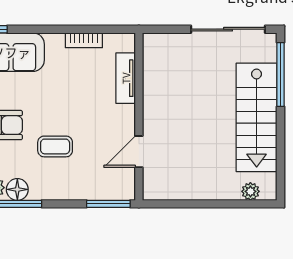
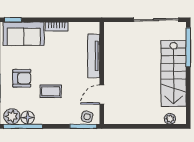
bookcase: (84, 40) -> (57, 26), moved
tv unit: (126, 78) -> (94, 56), width x1.41
side table: (115, 188) -> (87, 117), added

